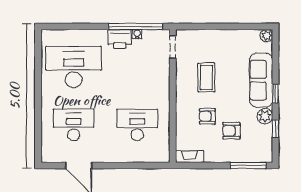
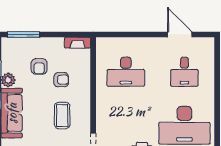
desk: (74, 125) -> (184, 72), width x0.73
armchair: (231, 131) -> (39, 66), turned 90

